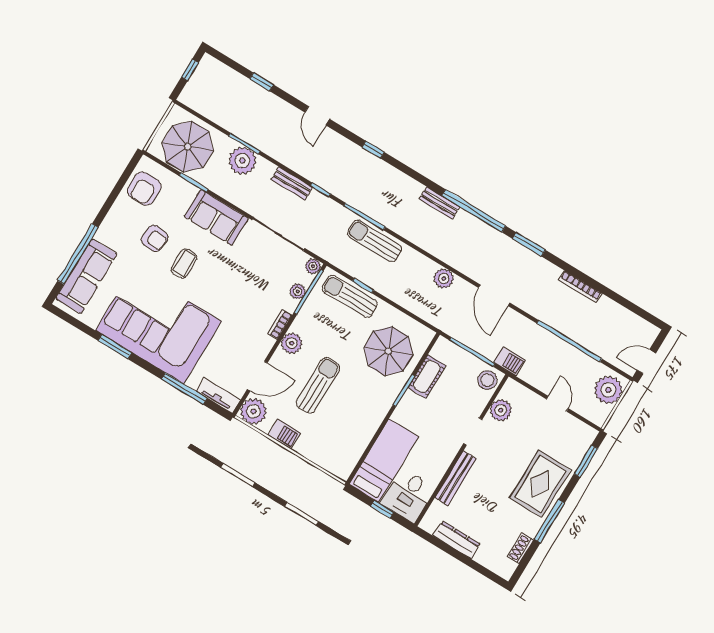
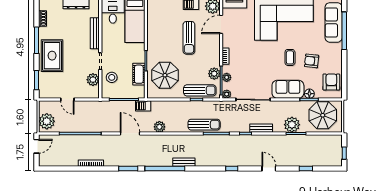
floor lamp: (188, 191) -> (309, 94), added
plant: (292, 343) -> (214, 74), moved
barbecue: (509, 361) -> (143, 106), moved
stool: (487, 380) -> (112, 77), moved

